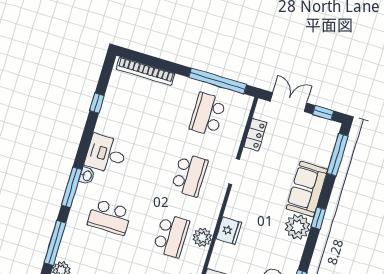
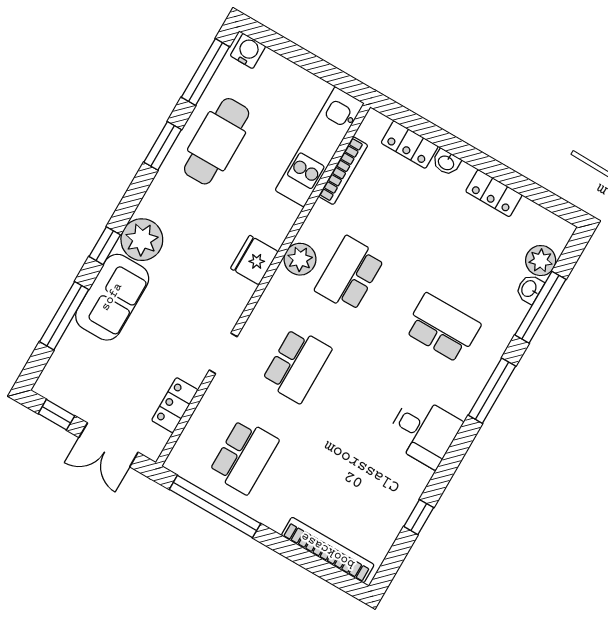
window: (337, 155) -> (64, 316), moved
school desk: (189, 175) -> (297, 365), turned 180
washbasin: (87, 176) -> (529, 289), moved

